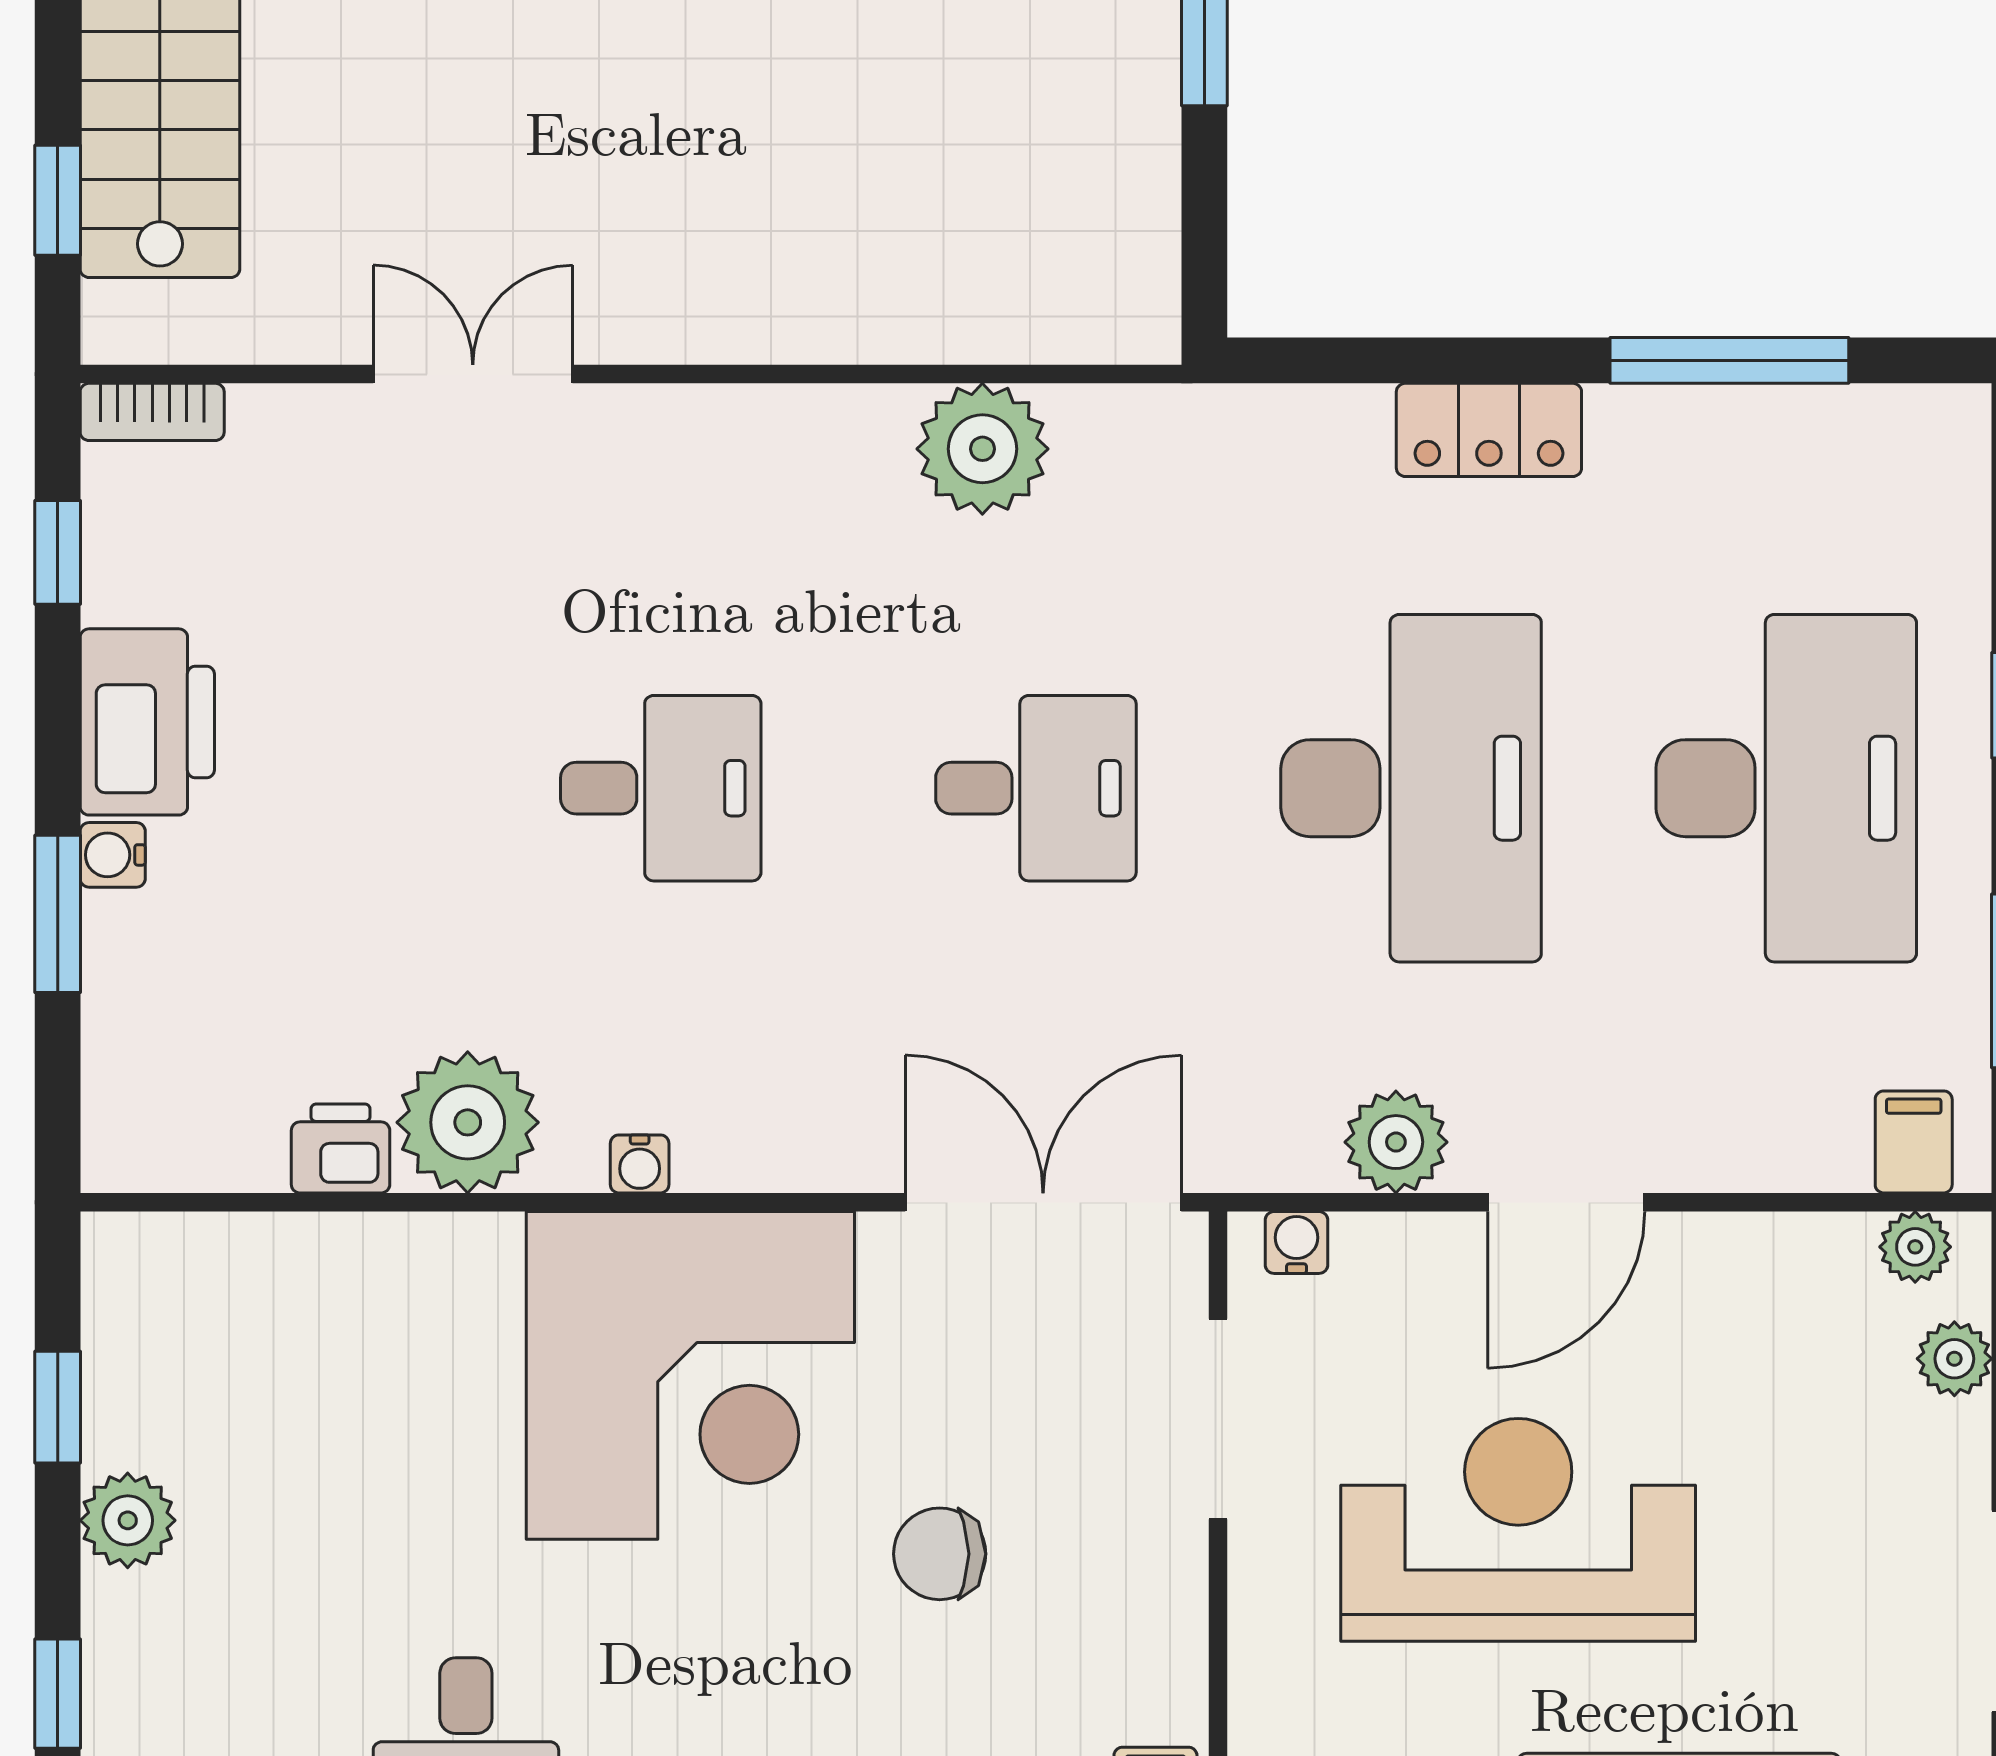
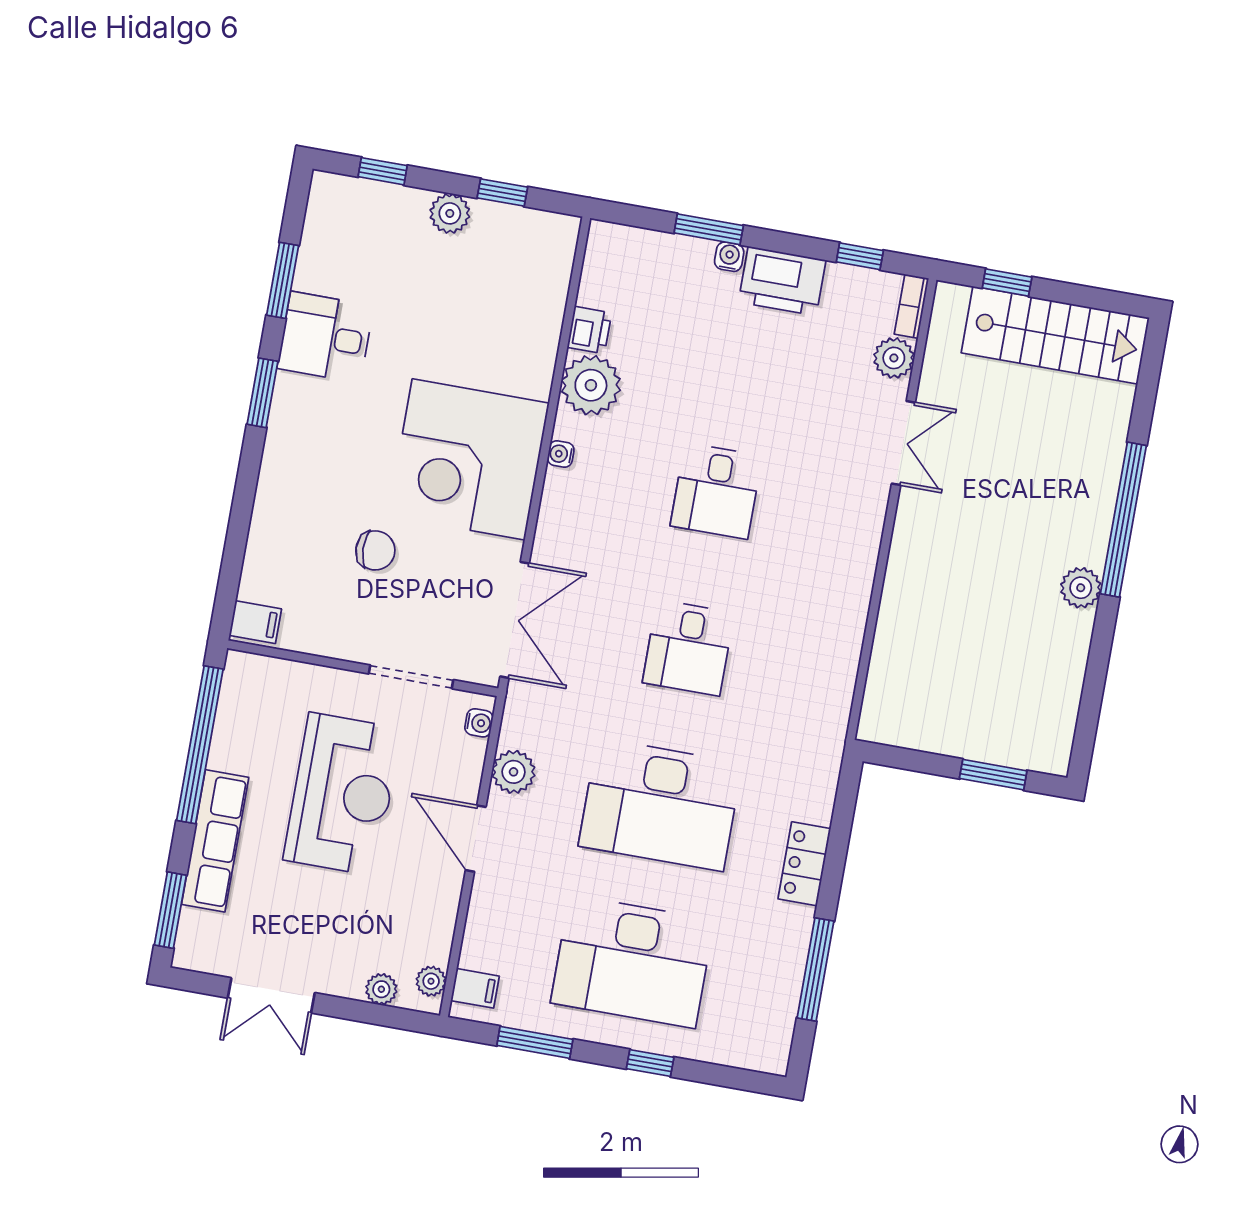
plant: (982, 449) -> (894, 358), moved, width x0.73, depth x0.73
chair: (940, 1554) -> (375, 550), turned 88

